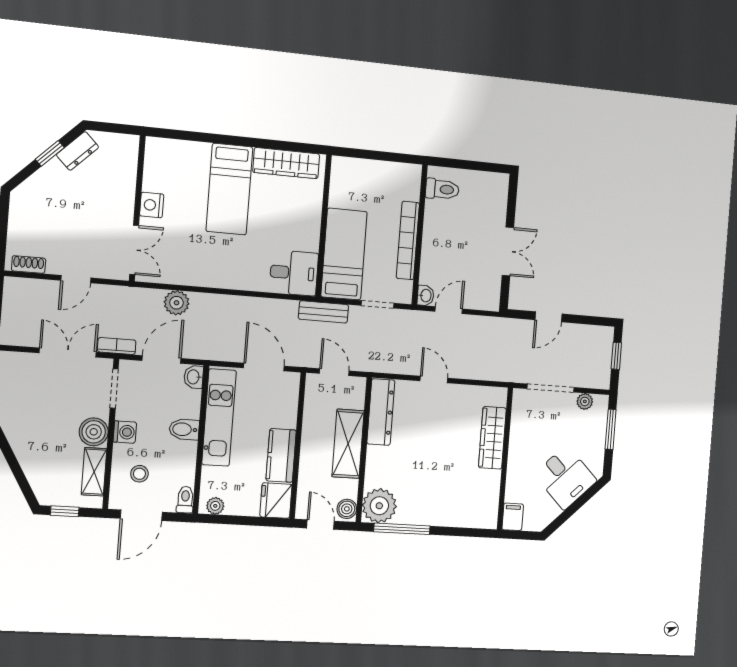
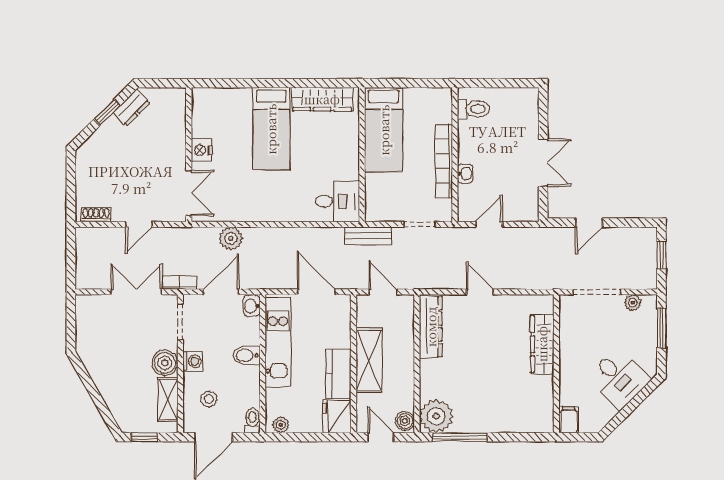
bed: (344, 254) -> (384, 130), moved, turned 180
washbasin: (425, 296) -> (465, 174), moved
shelving: (348, 444) -> (369, 360), moved

